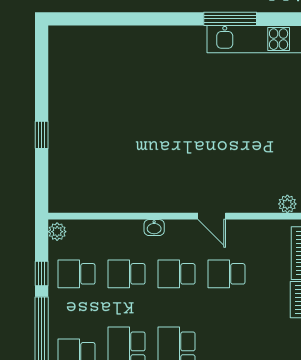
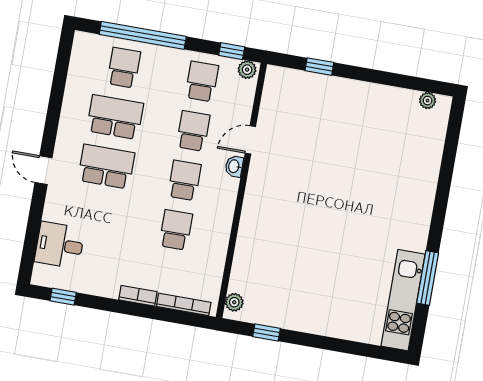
plant: (56, 49) -> (428, 101), added
window: (42, 135) -> (319, 67), moved
door: (212, 216) -> (250, 140), moved
window: (42, 273) -> (232, 51), moved

